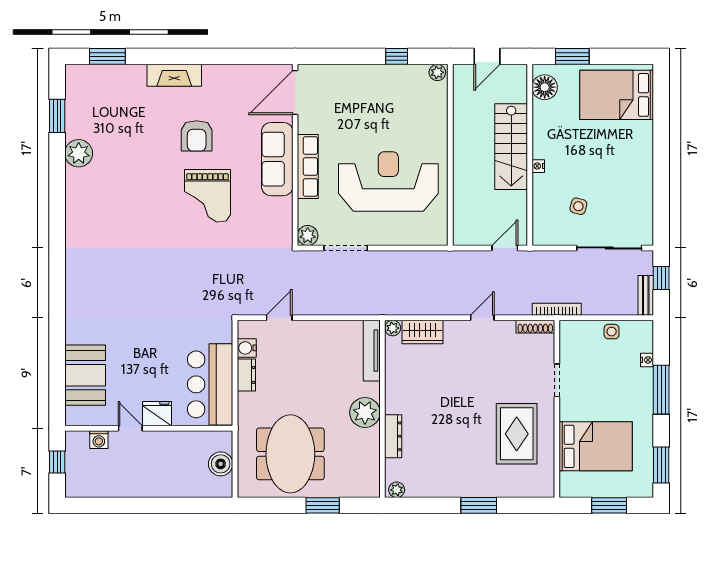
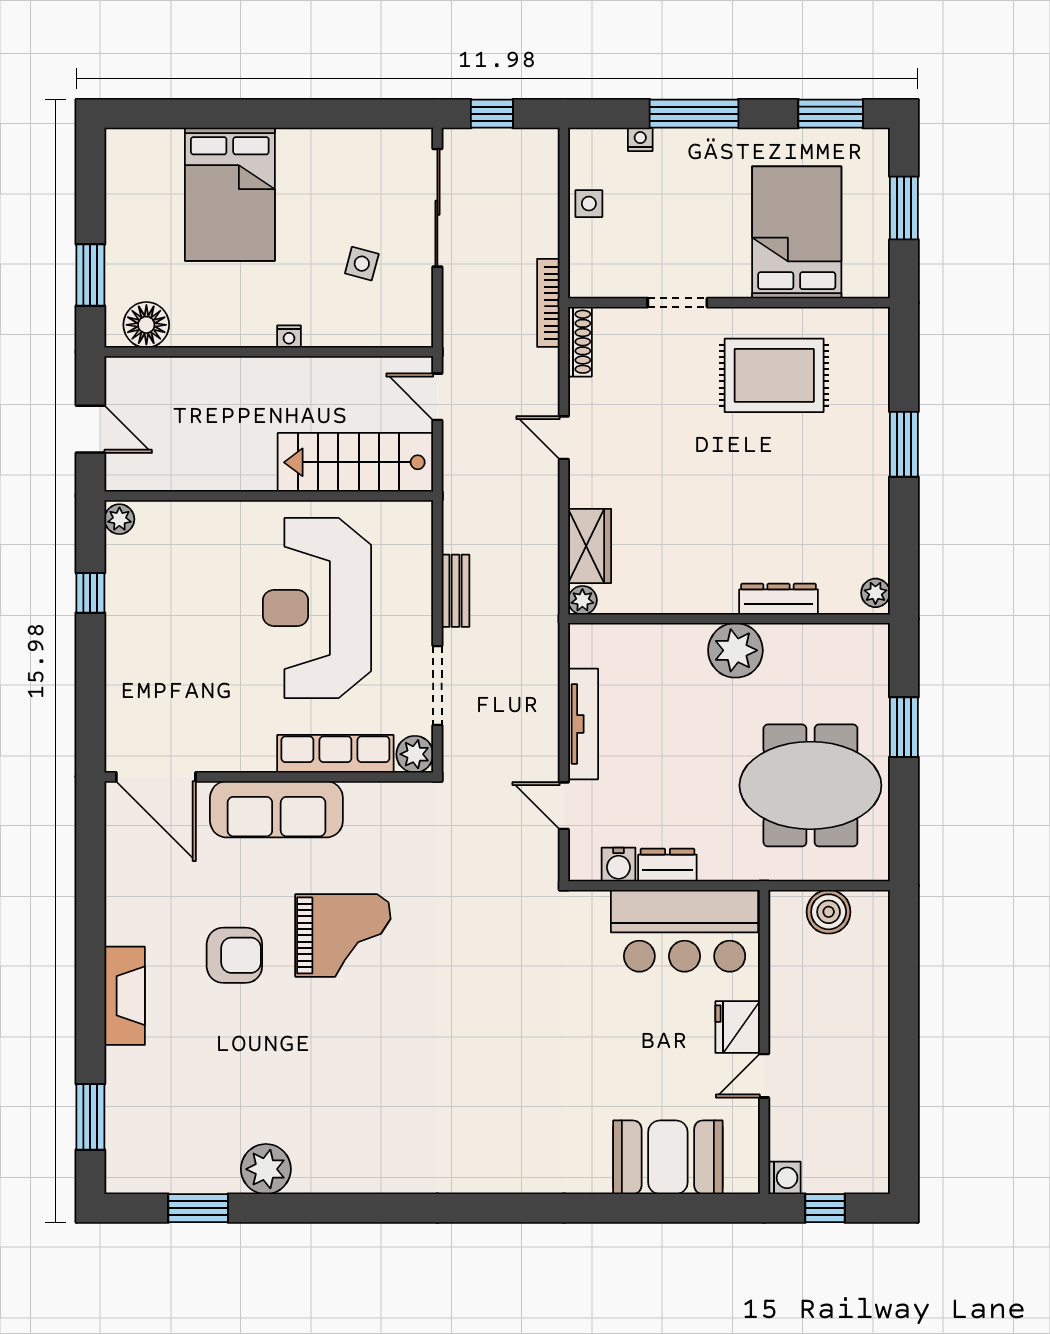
bed: (617, 95) -> (230, 194), moved
stairs: (511, 147) -> (355, 462), moved, turned 180
row of seats: (308, 167) -> (335, 754), moved
bench: (646, 295) -> (455, 591), moved, turned 90
tv unit: (372, 351) -> (583, 724), moved, turned -90
washing machine: (99, 440) -> (784, 1178), moved

